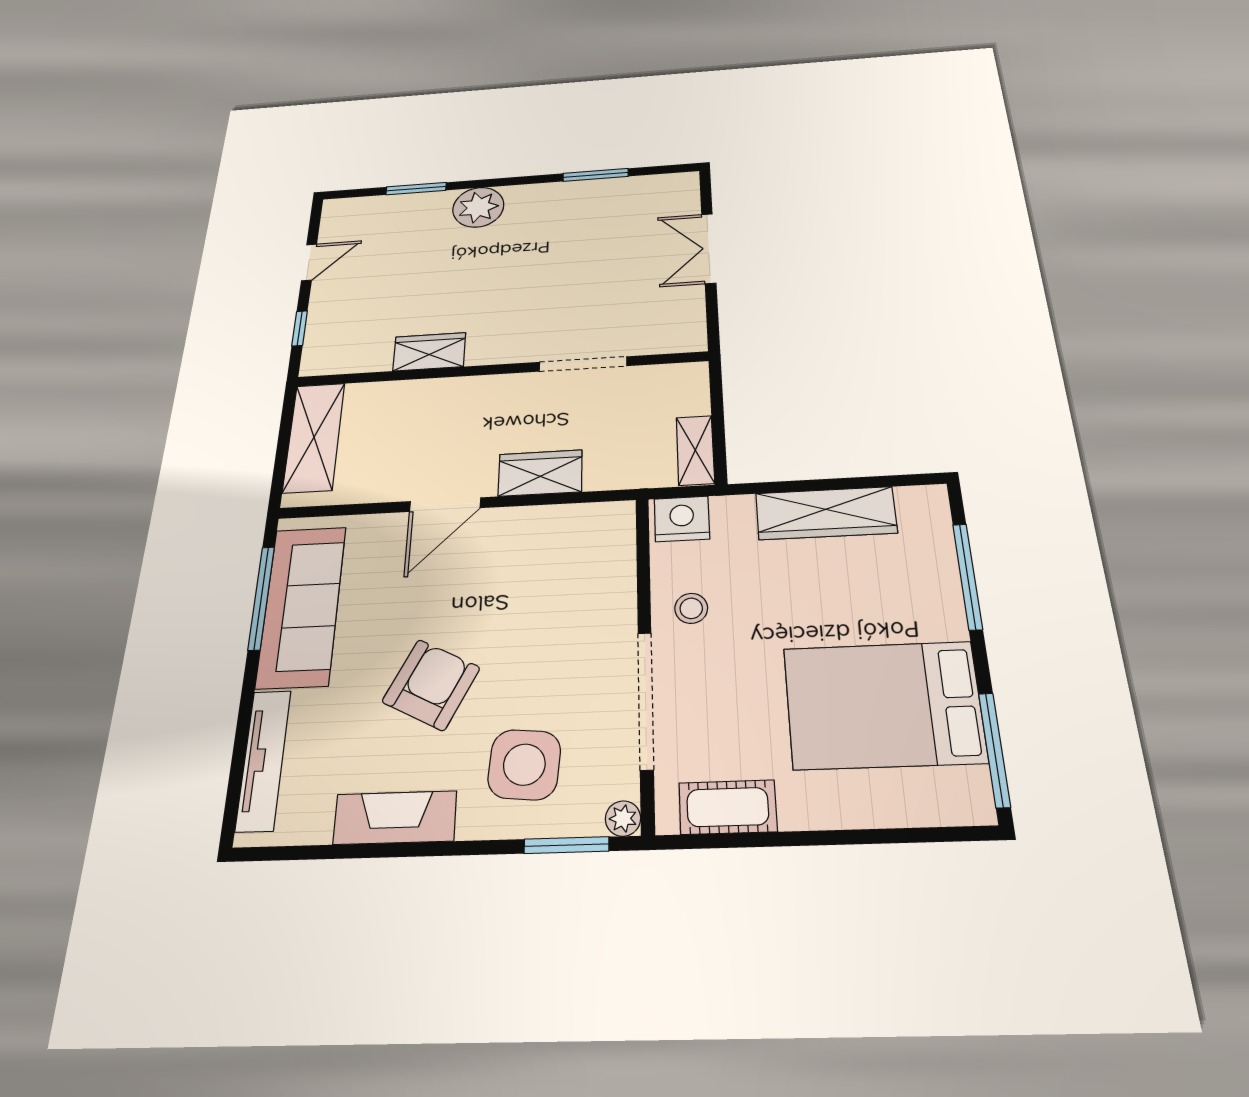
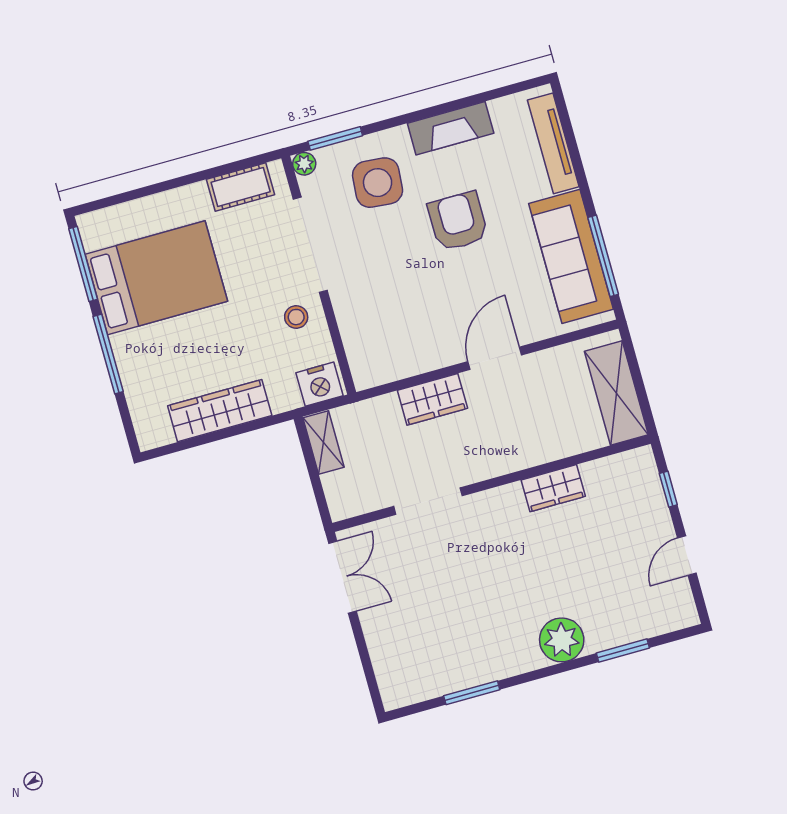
double door: (709, 248) -> (342, 577), moved
window: (968, 576) -> (108, 354), moved
armchair: (431, 685) -> (458, 221), turned 153

